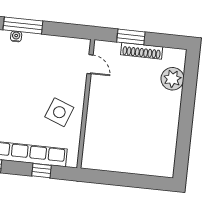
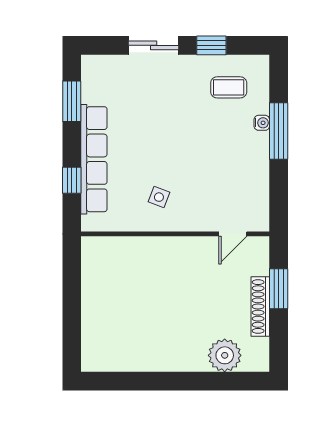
side table: (59, 112) -> (159, 197), width x0.54, depth x0.54

